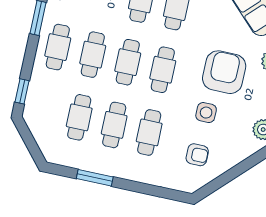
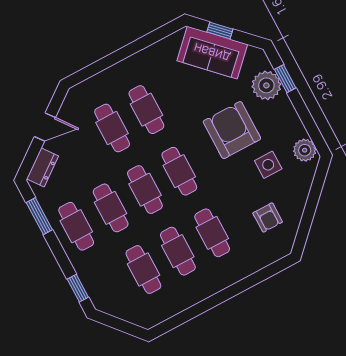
side table: (206, 113) -> (268, 165), moved
armchair: (197, 155) -> (268, 218), turned 90
window: (95, 178) -> (199, 309), removed

